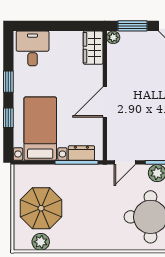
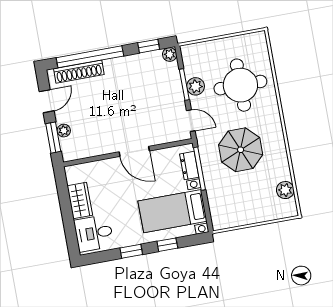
plant: (113, 37) -> (64, 131), moved
wardrobe: (93, 48) -> (80, 200), moved, turned -90
parasol: (41, 208) -> (241, 150), moved

